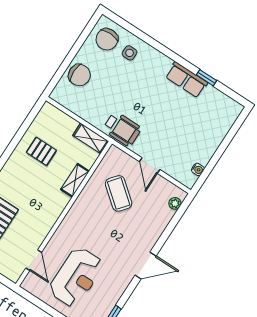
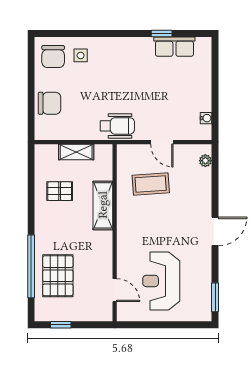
row of seats: (186, 80) -> (174, 47), moved
shelving: (91, 138) -> (76, 152), moved
shelving: (75, 180) -> (103, 205), width x1.50, depth x1.33
coffee table: (119, 193) -> (151, 184), turned -43
reception desk: (76, 277) -> (161, 281), turned 180

